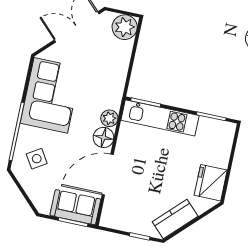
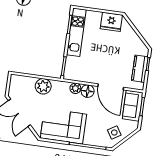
plant: (125, 27) -> (43, 86), moved
kitchen unit: (160, 118) -> (76, 32), moved
side table: (37, 159) -> (114, 133), moved
kitchen counter: (175, 219) -> (140, 69), moved, turned 45

